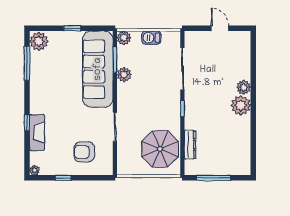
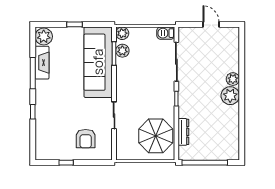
barbecue: (151, 38) -> (166, 33), moved
window: (27, 63) -> (33, 73), moved
plant: (124, 75) -> (122, 51), moved
fireplace: (37, 133) -> (42, 63), moved
armchair: (84, 152) -> (86, 139), turned -90
plant: (35, 170) -> (40, 156), removed
window: (213, 178) -> (205, 163), width x1.46

